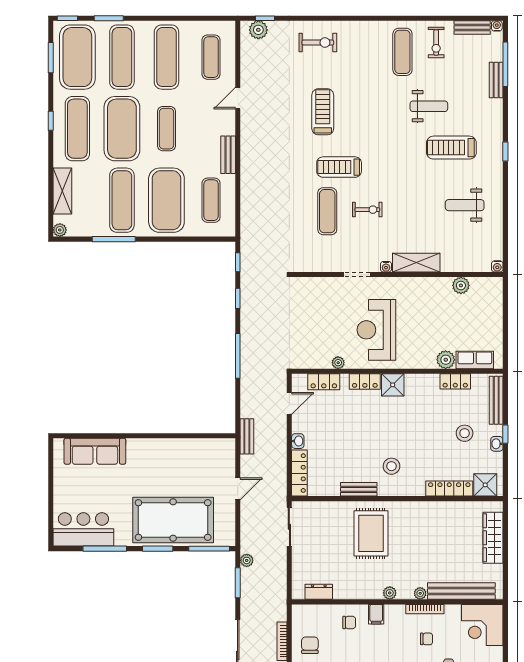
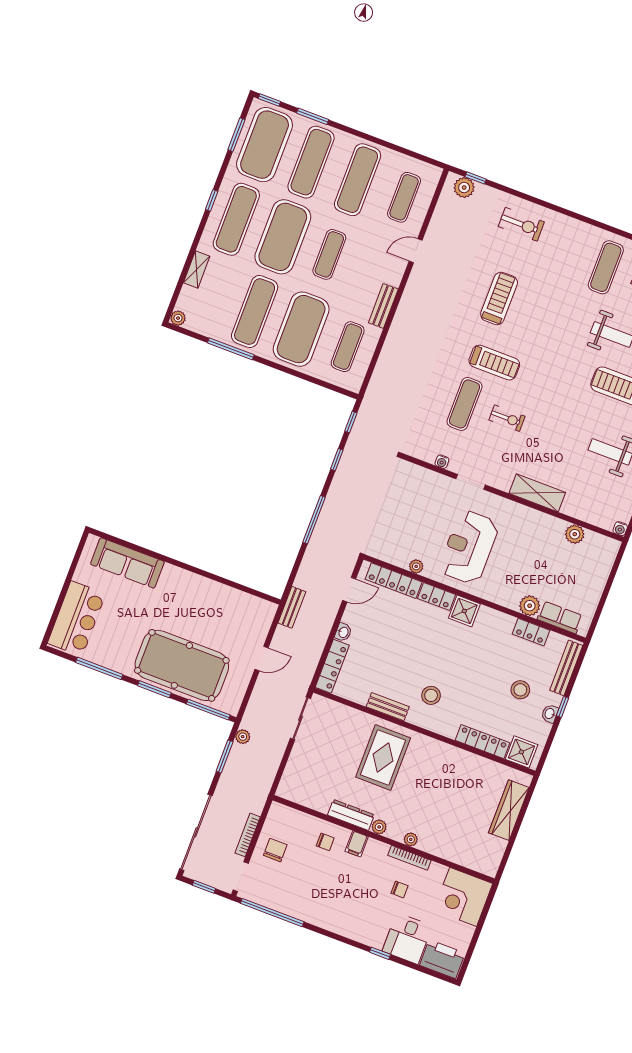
treadmill: (339, 167) -> (494, 363), turned 180
shelving: (62, 191) -> (197, 269), width x0.67, depth x0.75
water cooler: (386, 267) -> (442, 462), moved
locker: (324, 382) -> (394, 581), width x1.53
bar counter: (83, 529) -> (77, 619), moved, turned 90
bench: (461, 591) -> (455, 853), removed
dresser: (319, 592) -> (351, 815), moved, width x1.44

